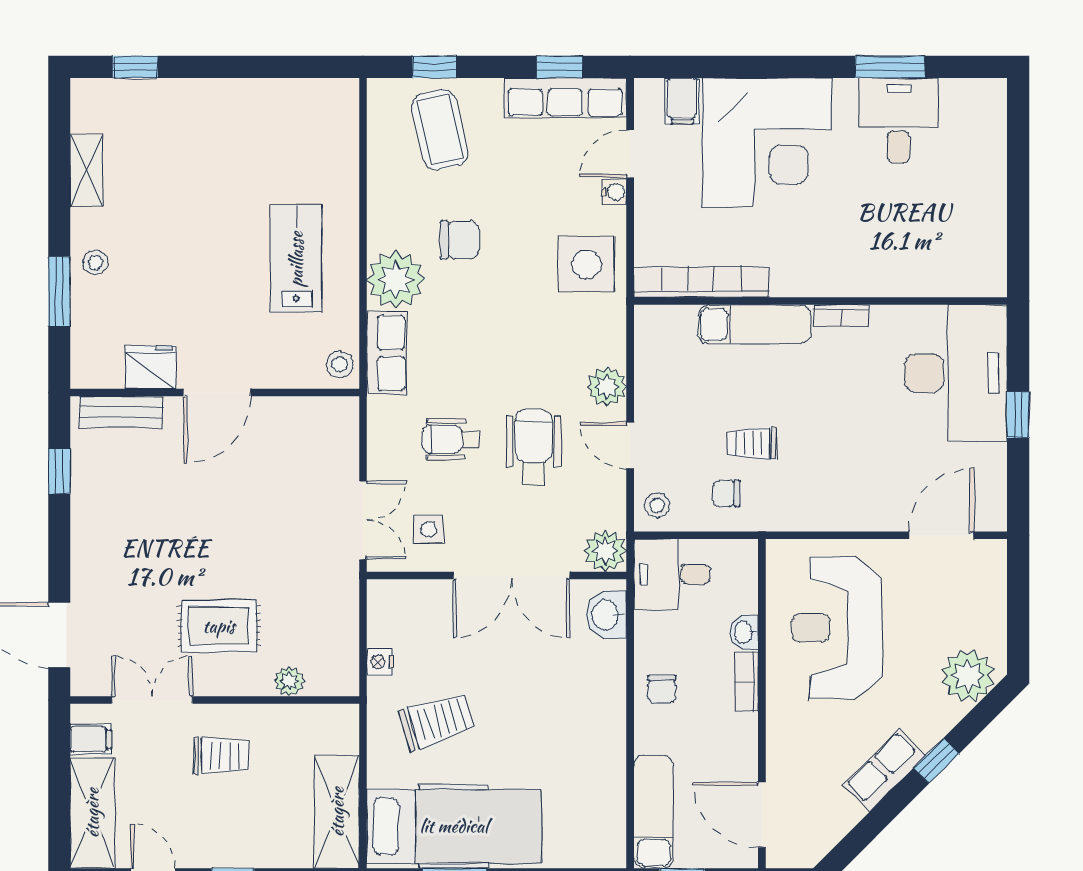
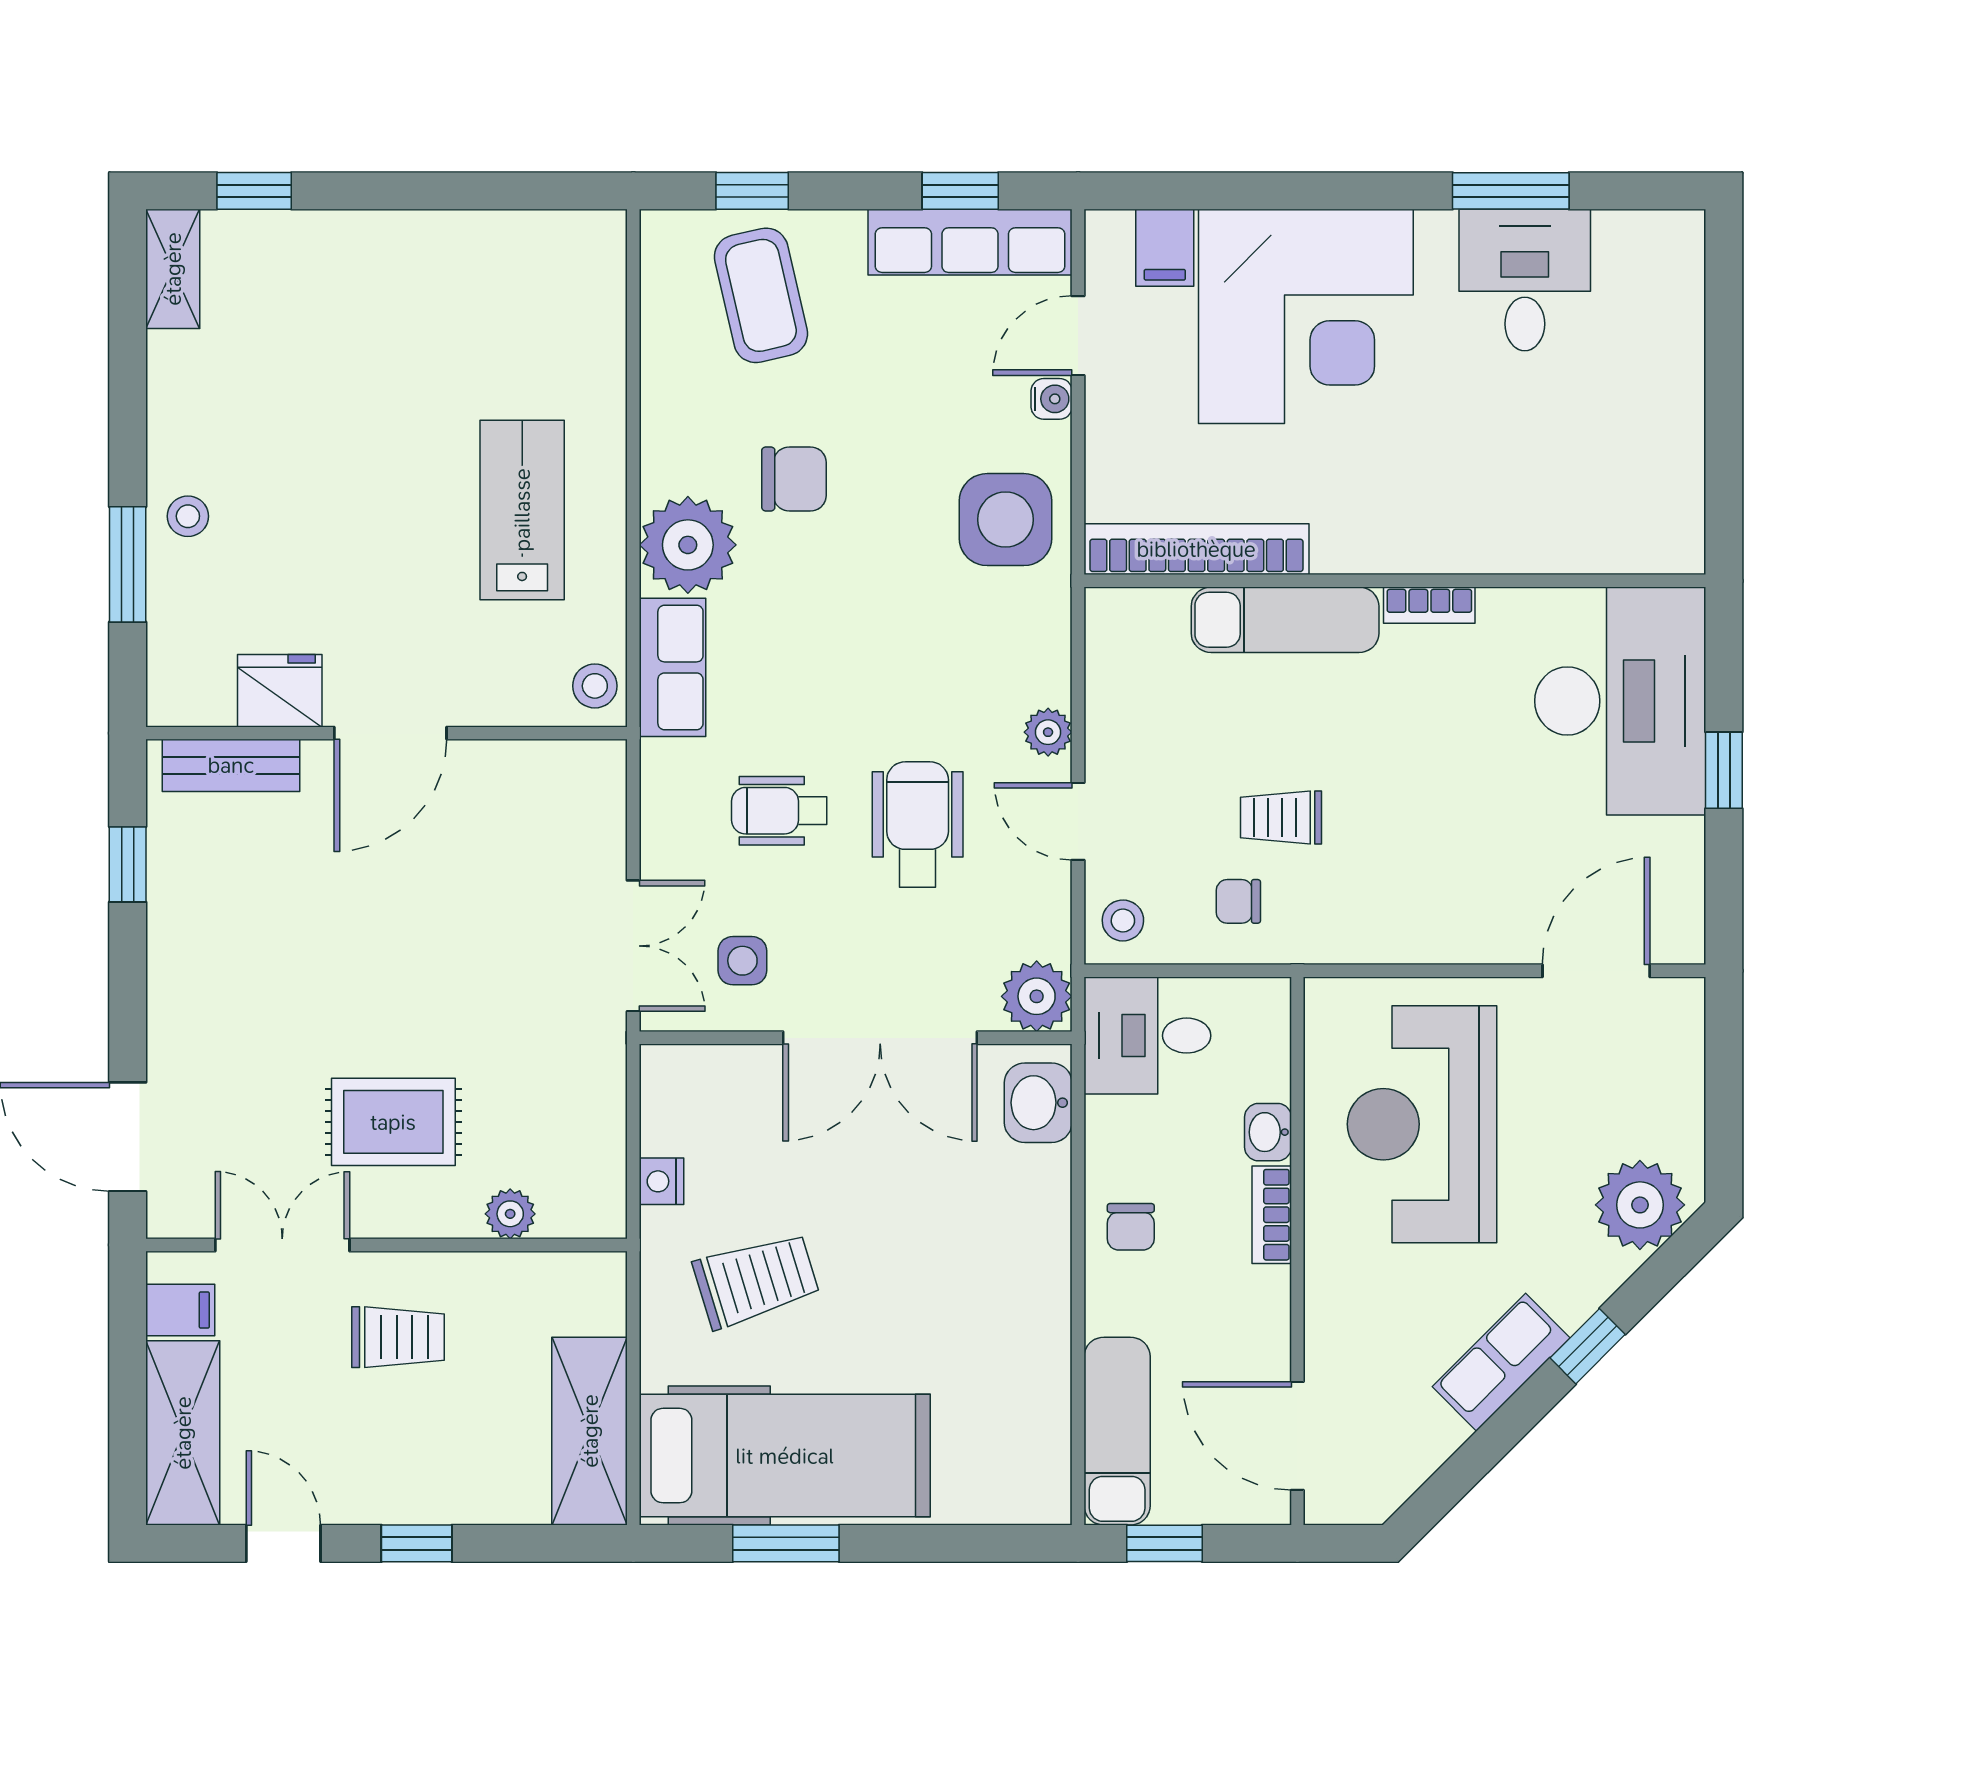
shelving: (86, 170) -> (173, 269), moved
plant: (607, 387) -> (1048, 732), width x0.73, depth x0.73

